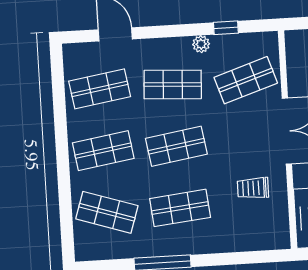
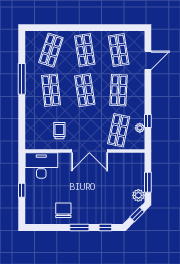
plant: (201, 44) -> (140, 128), moved
shop shelf: (246, 80) -> (119, 130), turned 30

